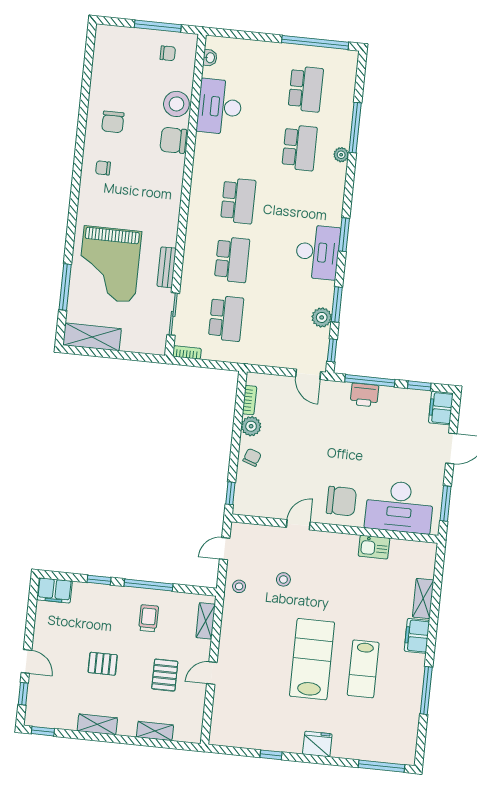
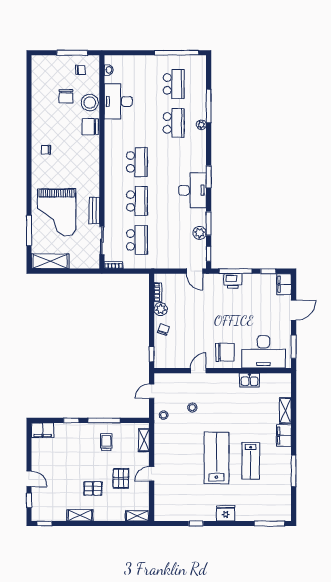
chair: (113, 122) -> (66, 96), moved
pallet: (103, 664) -> (93, 488), moved
shelving: (155, 731) -> (137, 516), moved

